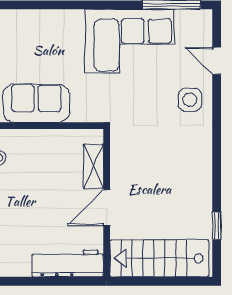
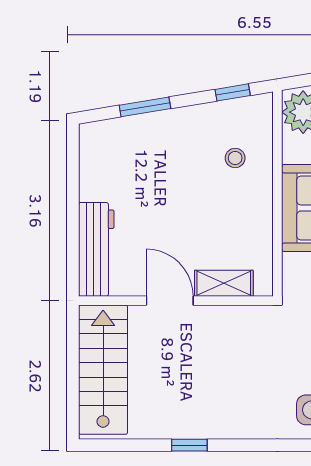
window: (217, 226) -> (189, 445), moved

